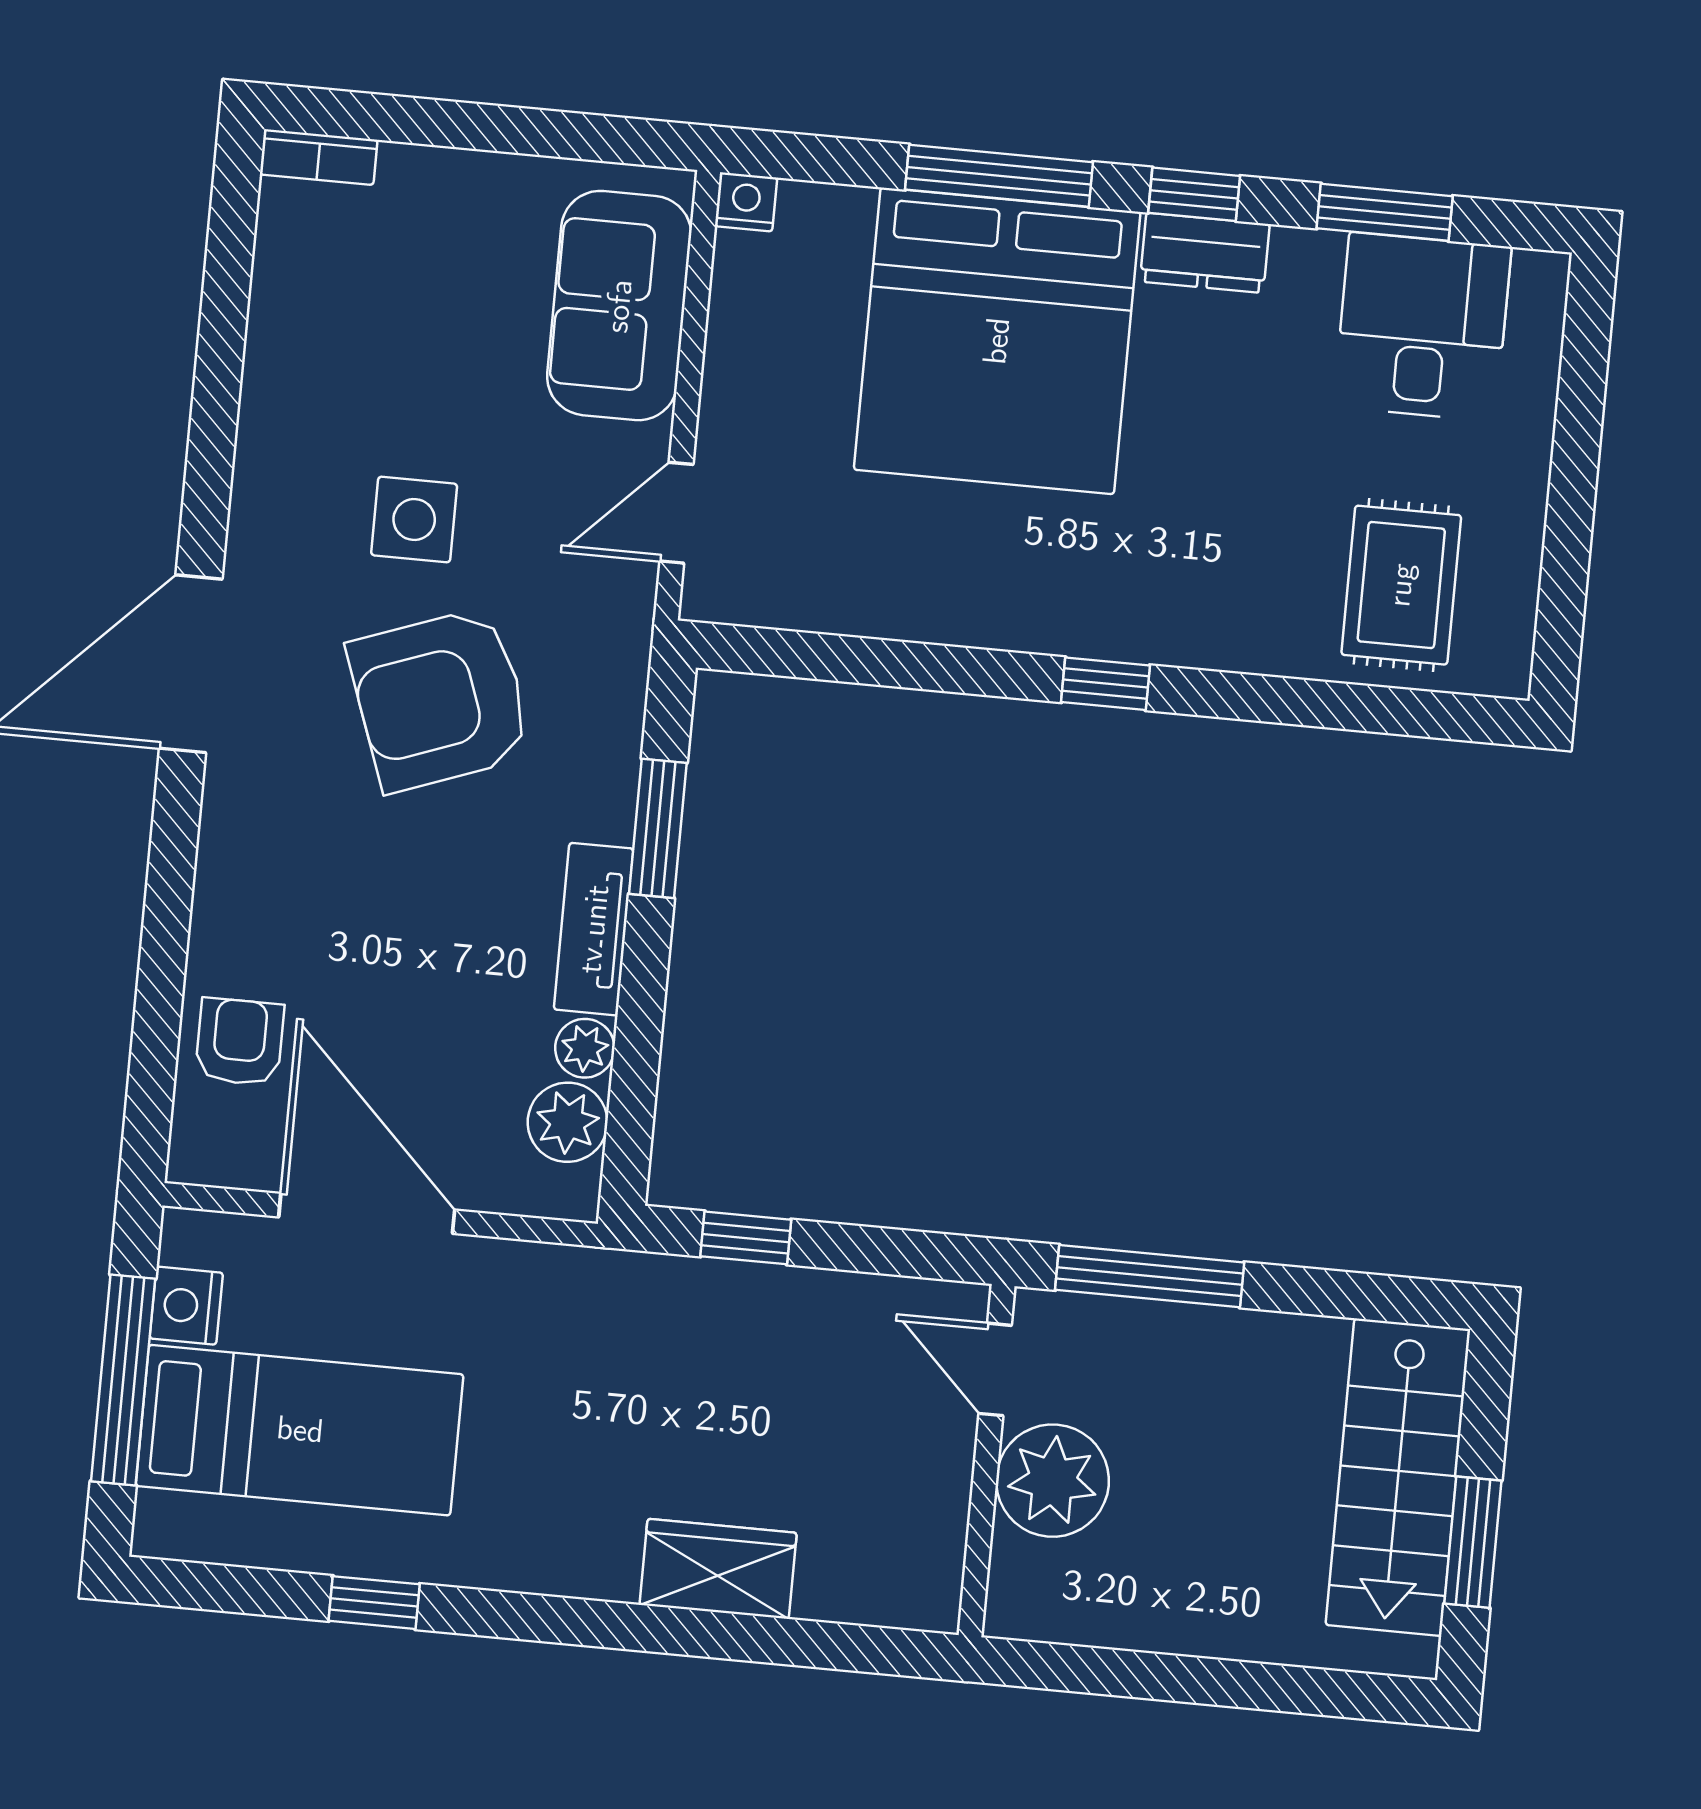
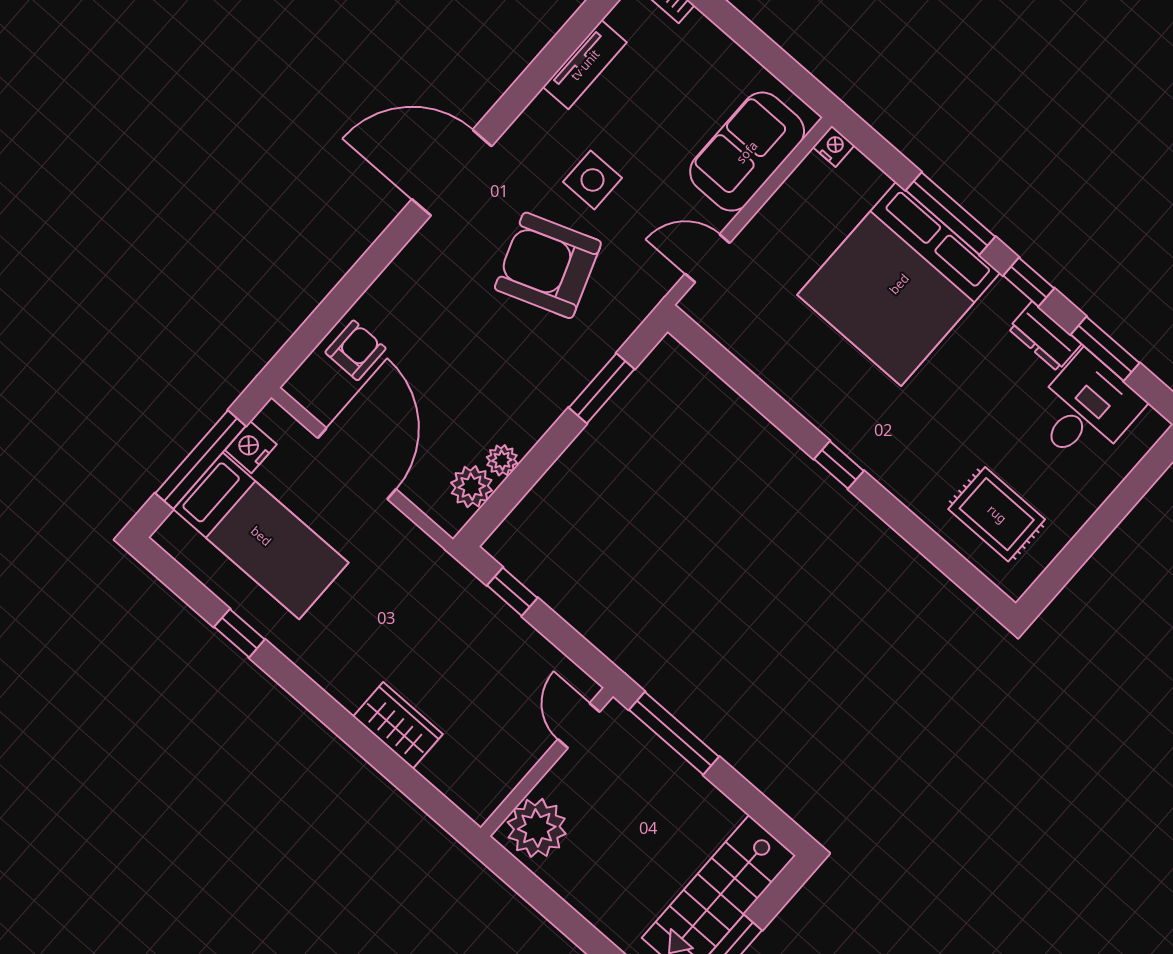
dresser: (1205, 253) -> (1045, 336), moved
rug: (1401, 585) -> (997, 514), turned 90
tv unit: (594, 929) -> (585, 65), moved, turned 180
plant: (1053, 1481) -> (537, 828), moved

